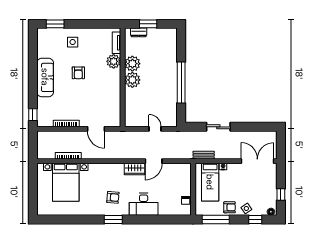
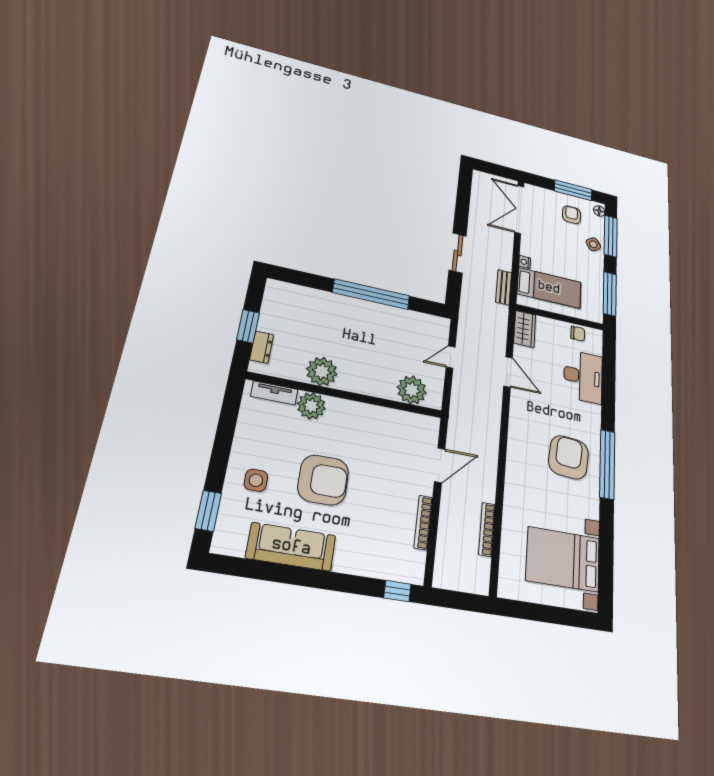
armchair: (78, 73) -> (323, 480), width x1.88, depth x1.88
sofa: (45, 77) -> (291, 547), moved
plant: (132, 80) -> (412, 390), moved
wardrobe: (135, 169) -> (525, 329), moved
bed with nightstands: (66, 182) -> (563, 559), moved, turned 180
window: (281, 194) -> (573, 190), width x2.17
armchair: (113, 197) -> (569, 457), width x1.88, depth x1.88
desk: (144, 204) -> (583, 377), moved
armchair: (230, 207) -> (572, 215), moved
window: (113, 219) -> (607, 464), width x2.11
window: (255, 219) -> (611, 236), width x2.17

